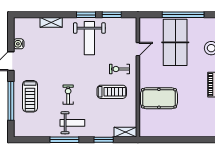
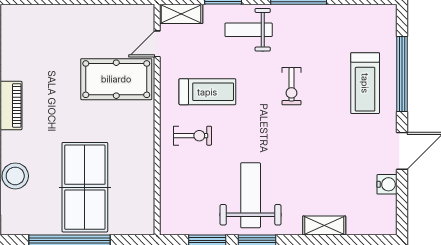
door: (138, 49) -> (157, 44), moved
treadmill: (112, 92) -> (207, 92), turned 180
treadmill: (30, 96) -> (365, 83), turned 180
weight bench: (72, 123) -> (249, 30), moved

